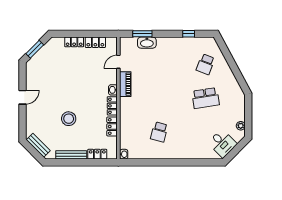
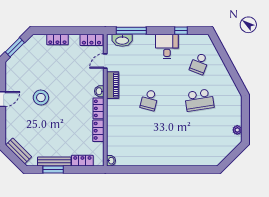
window: (142, 34) -> (131, 31), width x1.44
locker: (95, 42) -> (91, 40), moved
washbasin: (147, 43) -> (122, 40), moved
stool: (69, 119) -> (41, 98), moved
school desk: (159, 132) -> (149, 100), moved
desk: (222, 143) -> (167, 46), moved, turned -135
window: (70, 162) -> (53, 169), added

